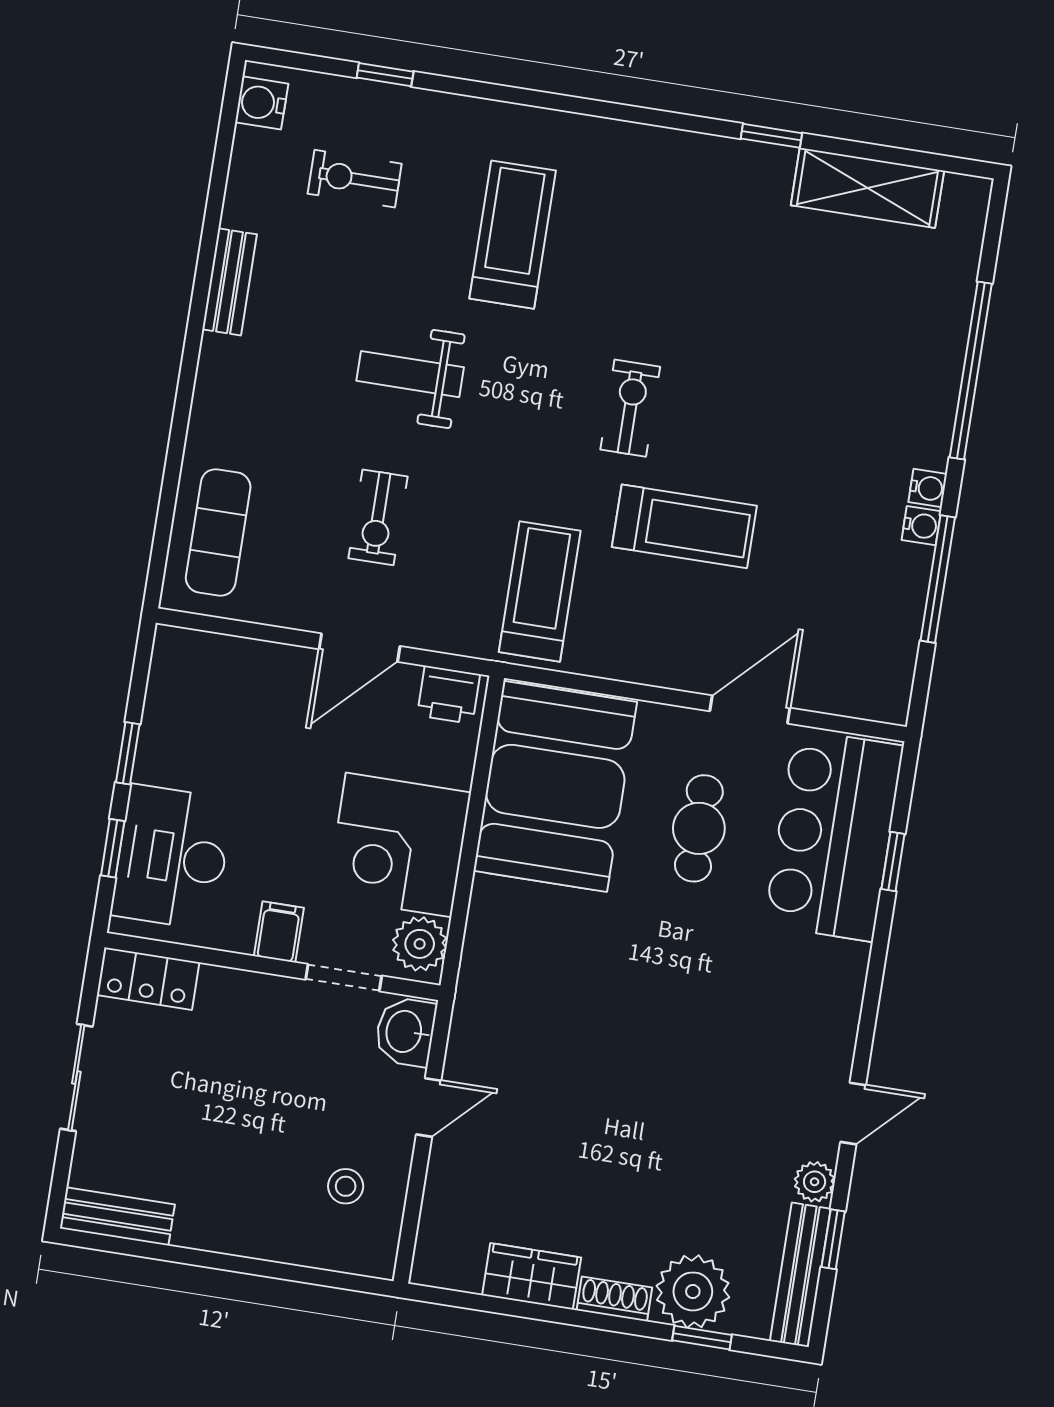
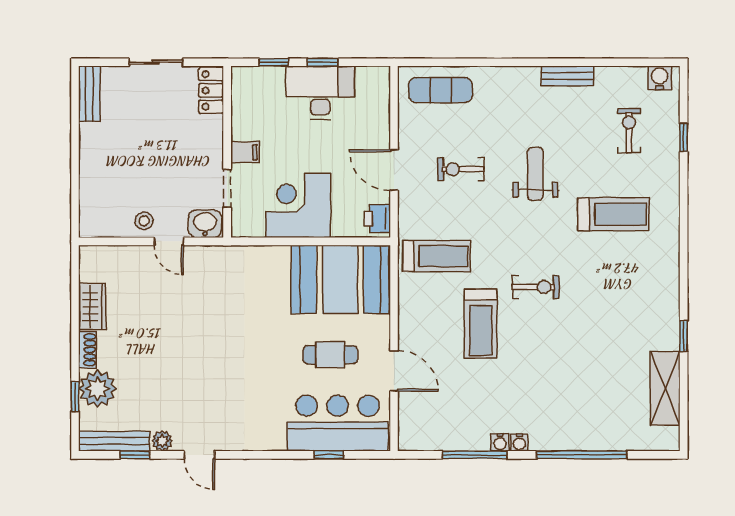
desk: (172, 857) -> (320, 93), moved
plant: (420, 944) -> (250, 224), removed
stool: (346, 1186) -> (144, 221), moved

